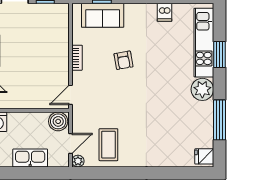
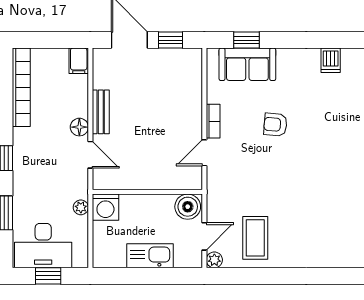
armchair: (123, 60) -> (275, 125), turned 105
door: (70, 95) -> (204, 153), moved

